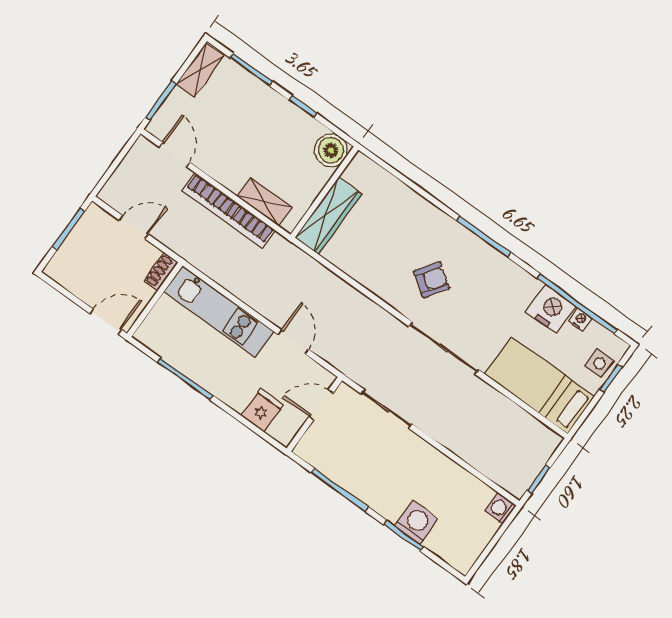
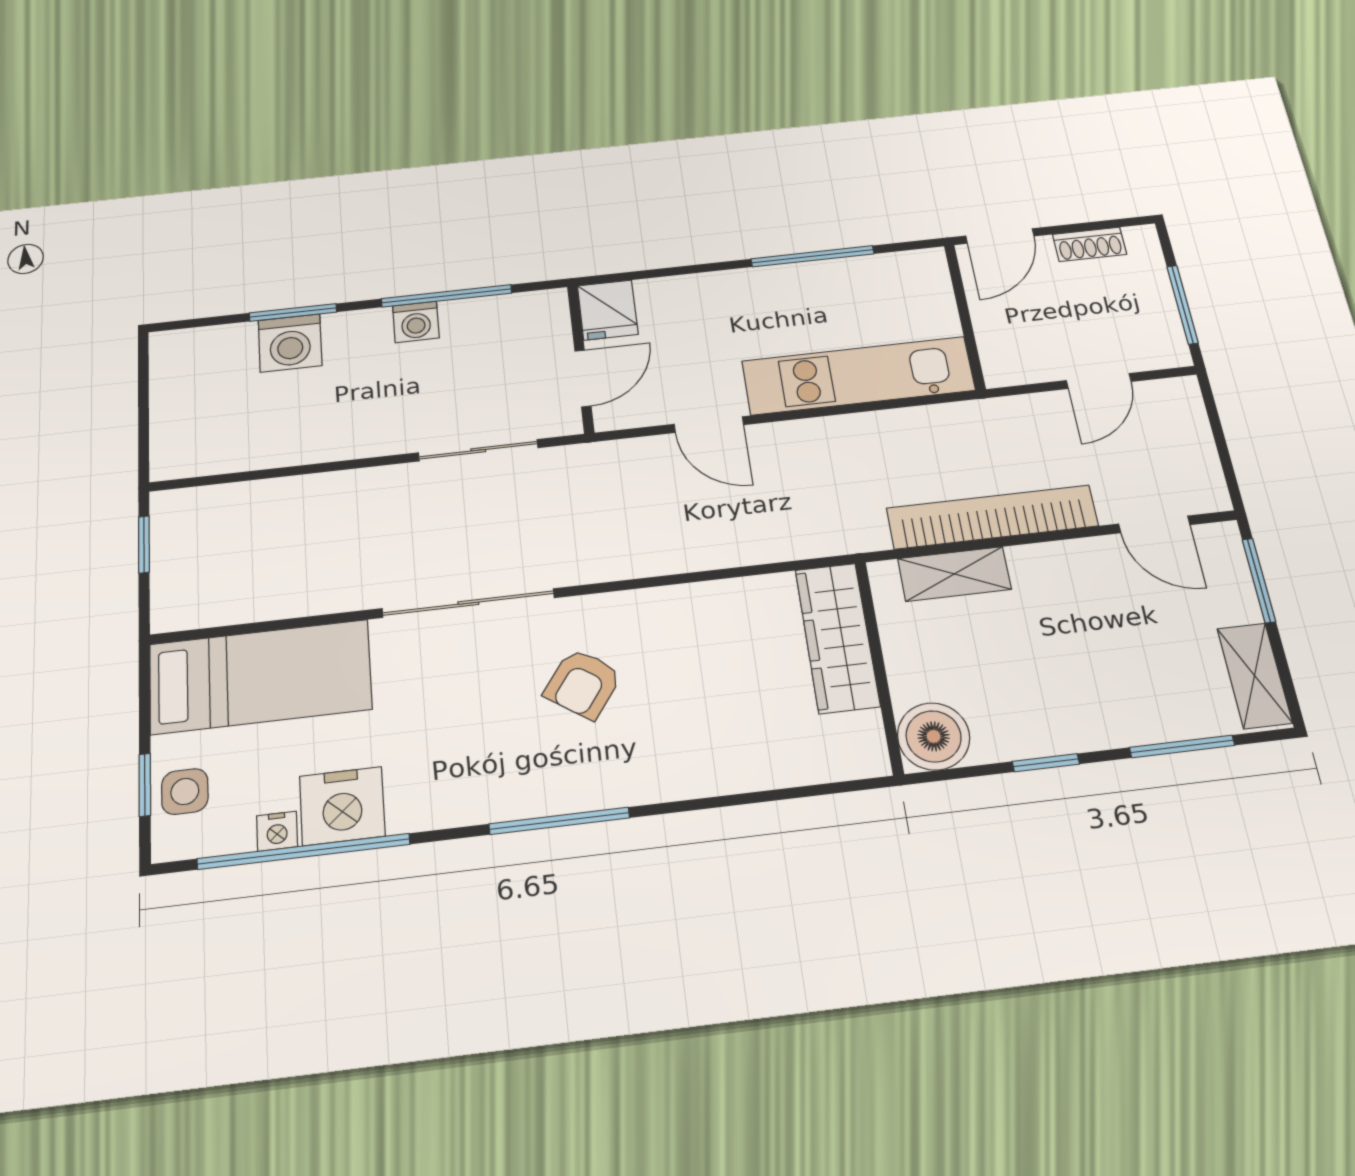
shoe rack: (161, 272) -> (1090, 244), moved, turned 90
fridge: (262, 410) -> (608, 310), moved
washing machine: (500, 508) -> (416, 322), moved, turned 90

